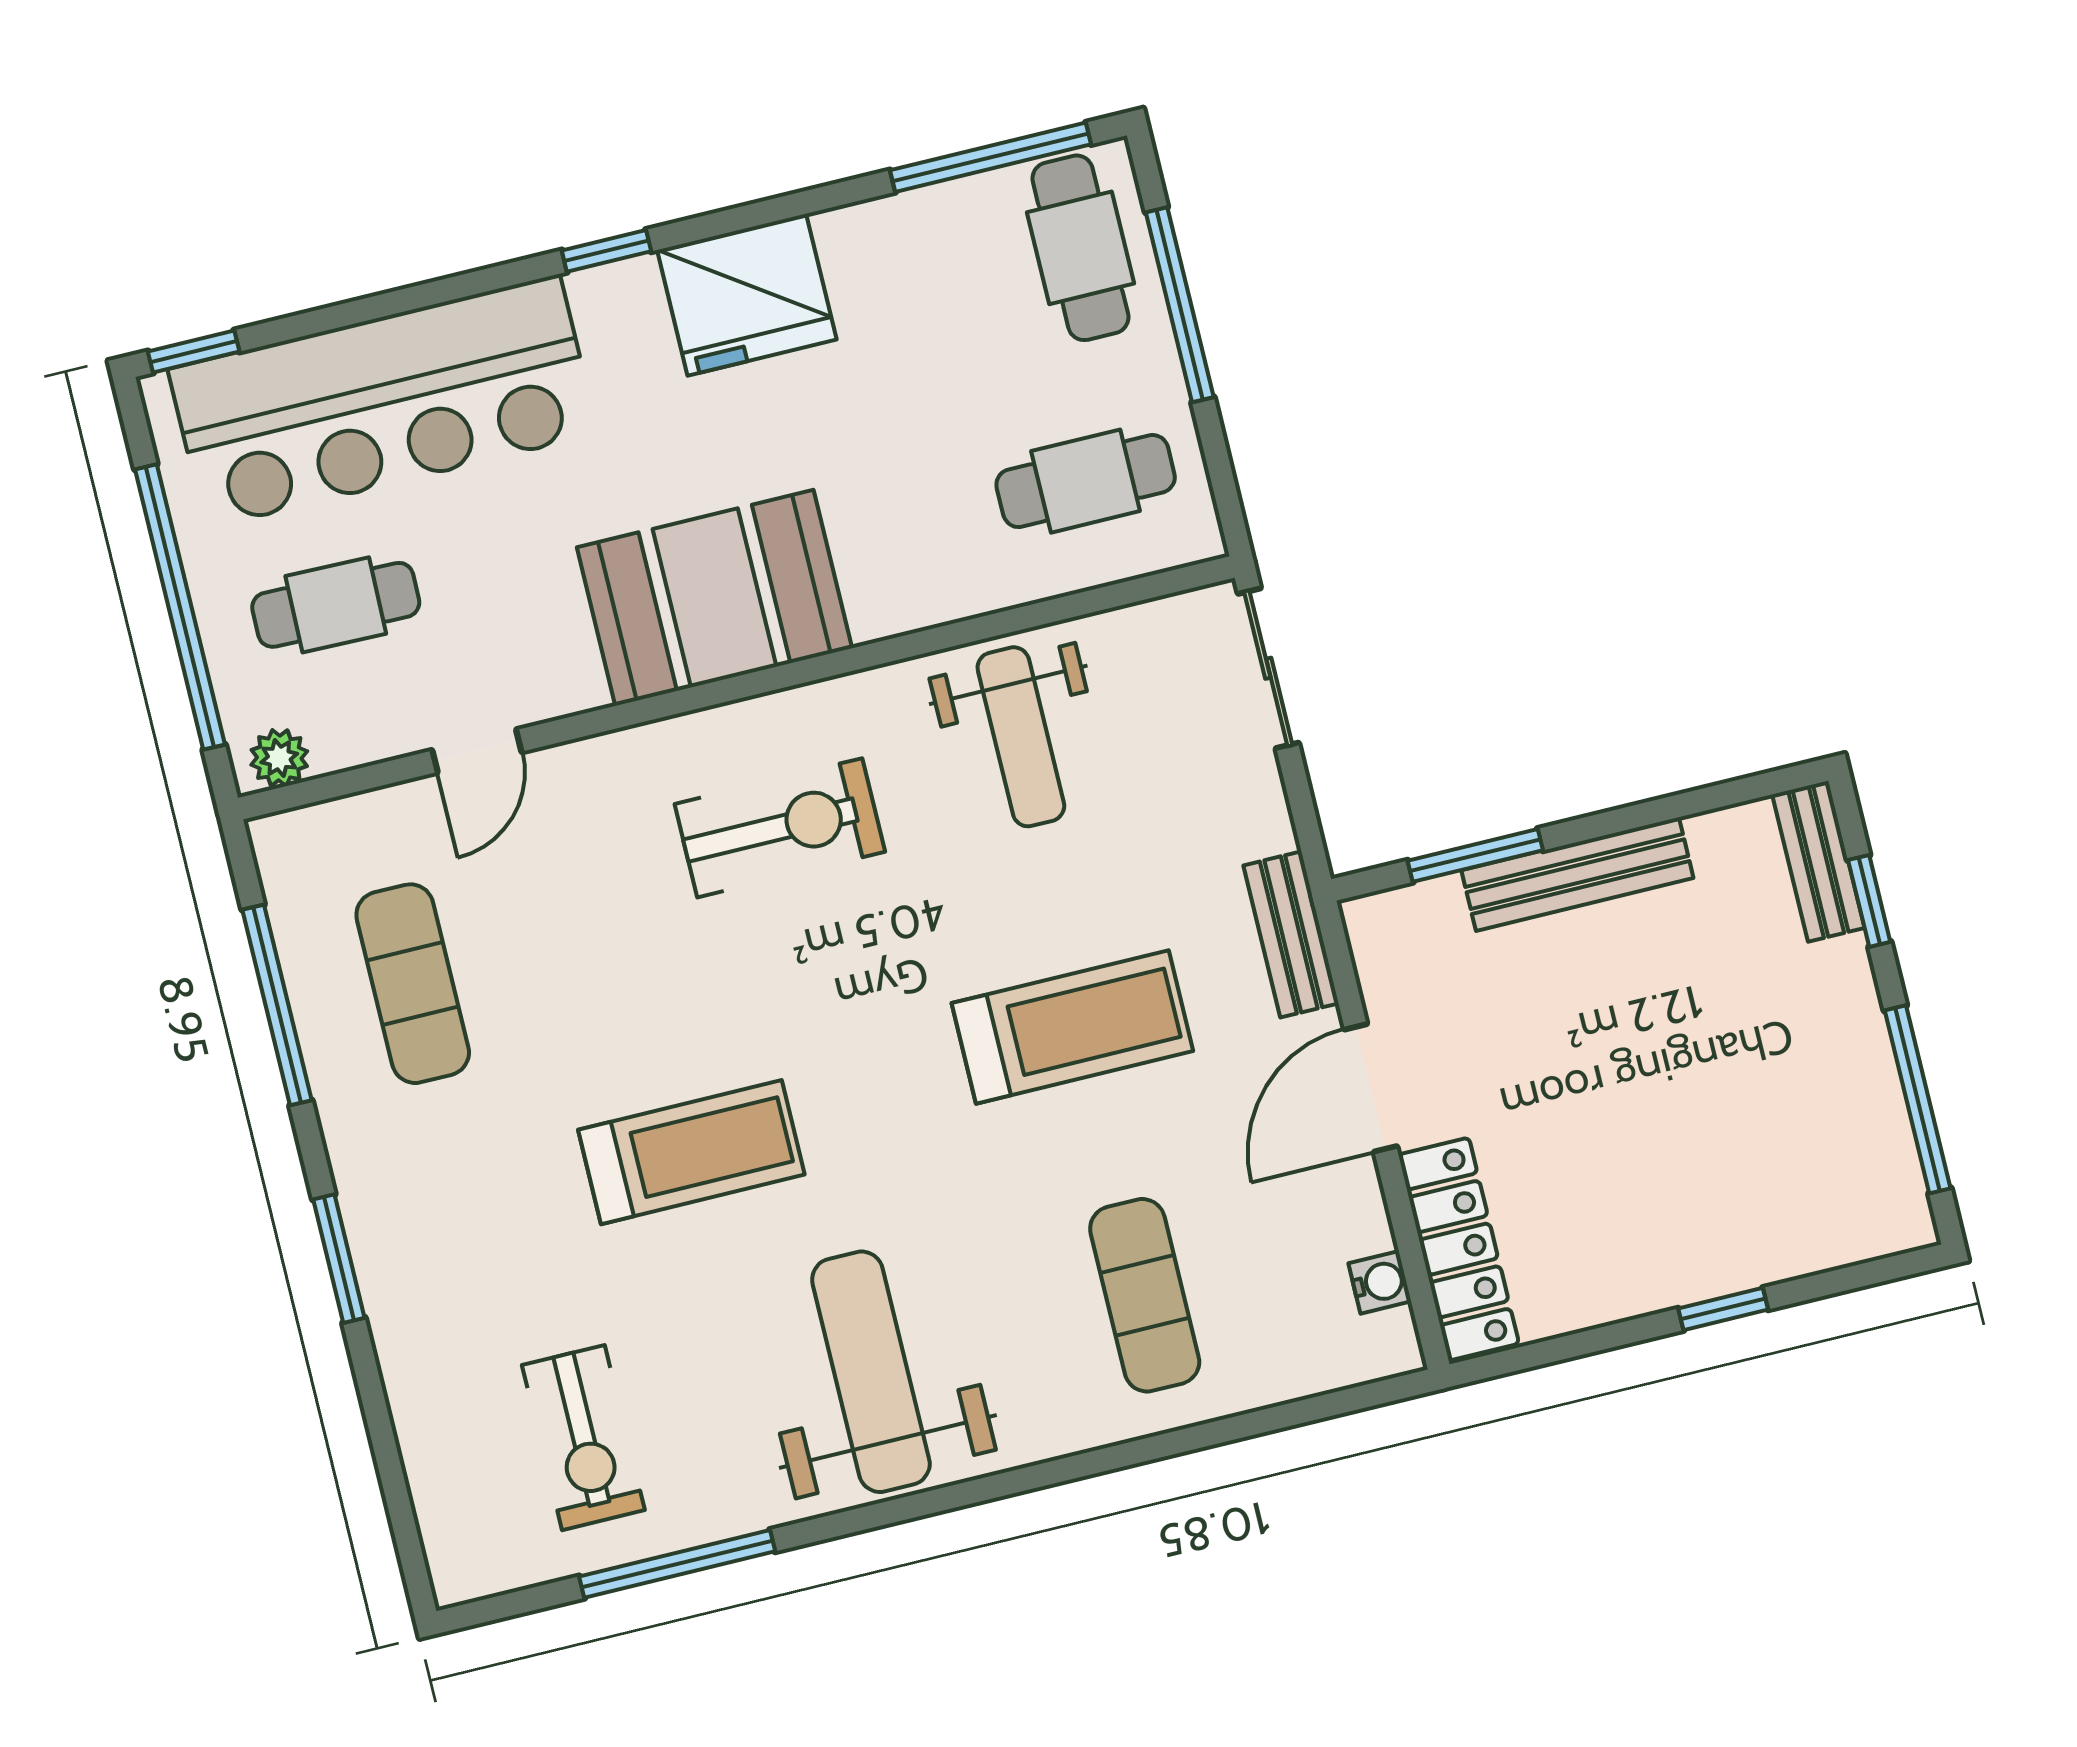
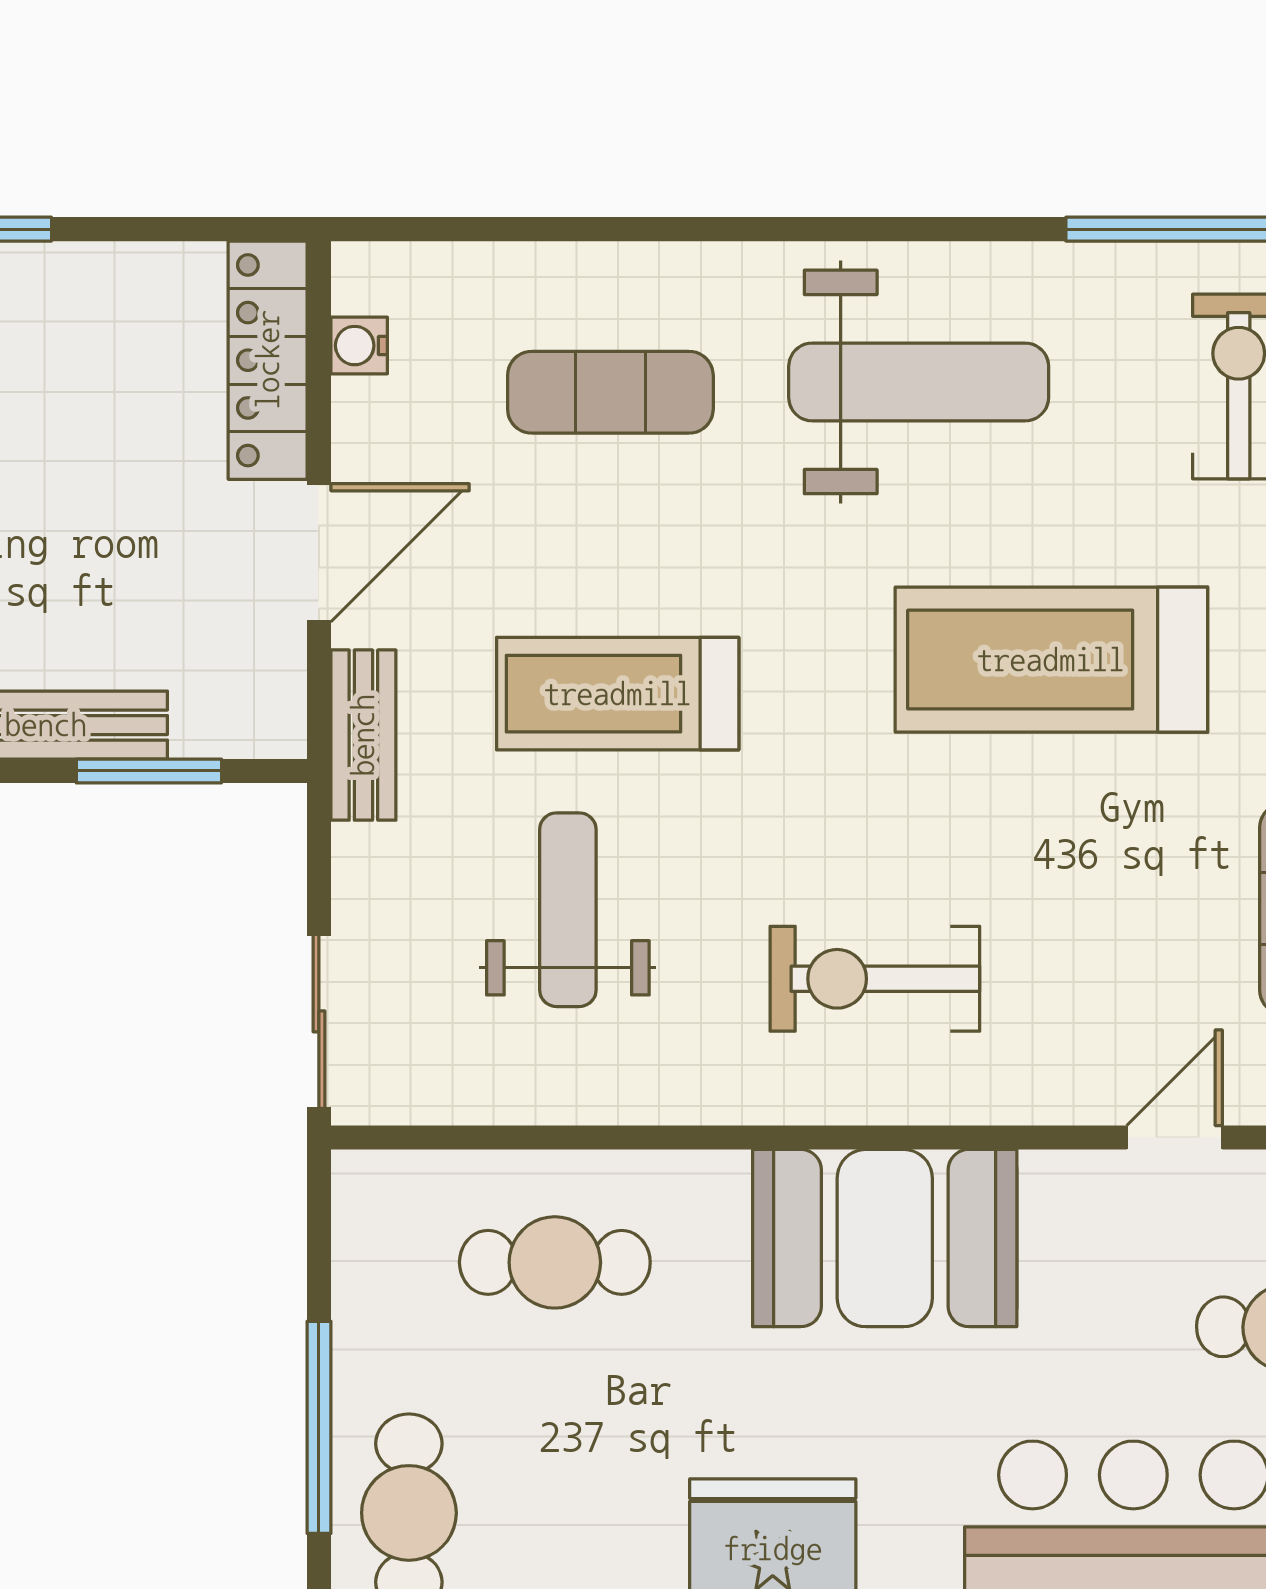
cafe table: (1086, 481) -> (555, 1262), moved
weight bench: (1021, 737) -> (568, 910), moved
treadmill: (691, 1152) -> (1051, 660), width x1.37, depth x1.38
exercise mat: (1145, 1295) -> (610, 392), turned 90
weight bench: (871, 1372) -> (919, 382), turned -90

